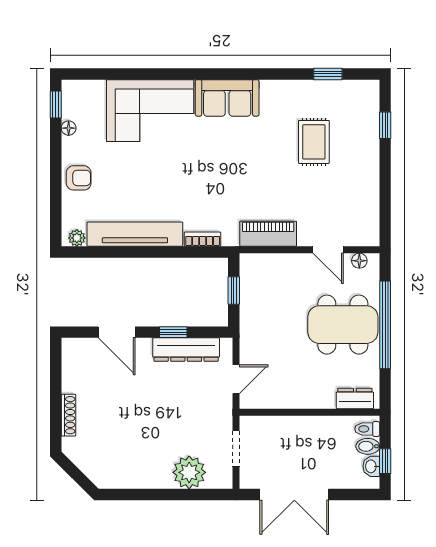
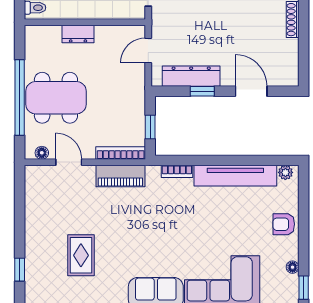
bookcase: (268, 260) -> (121, 153), added
dresser: (355, 398) -> (78, 34), moved

